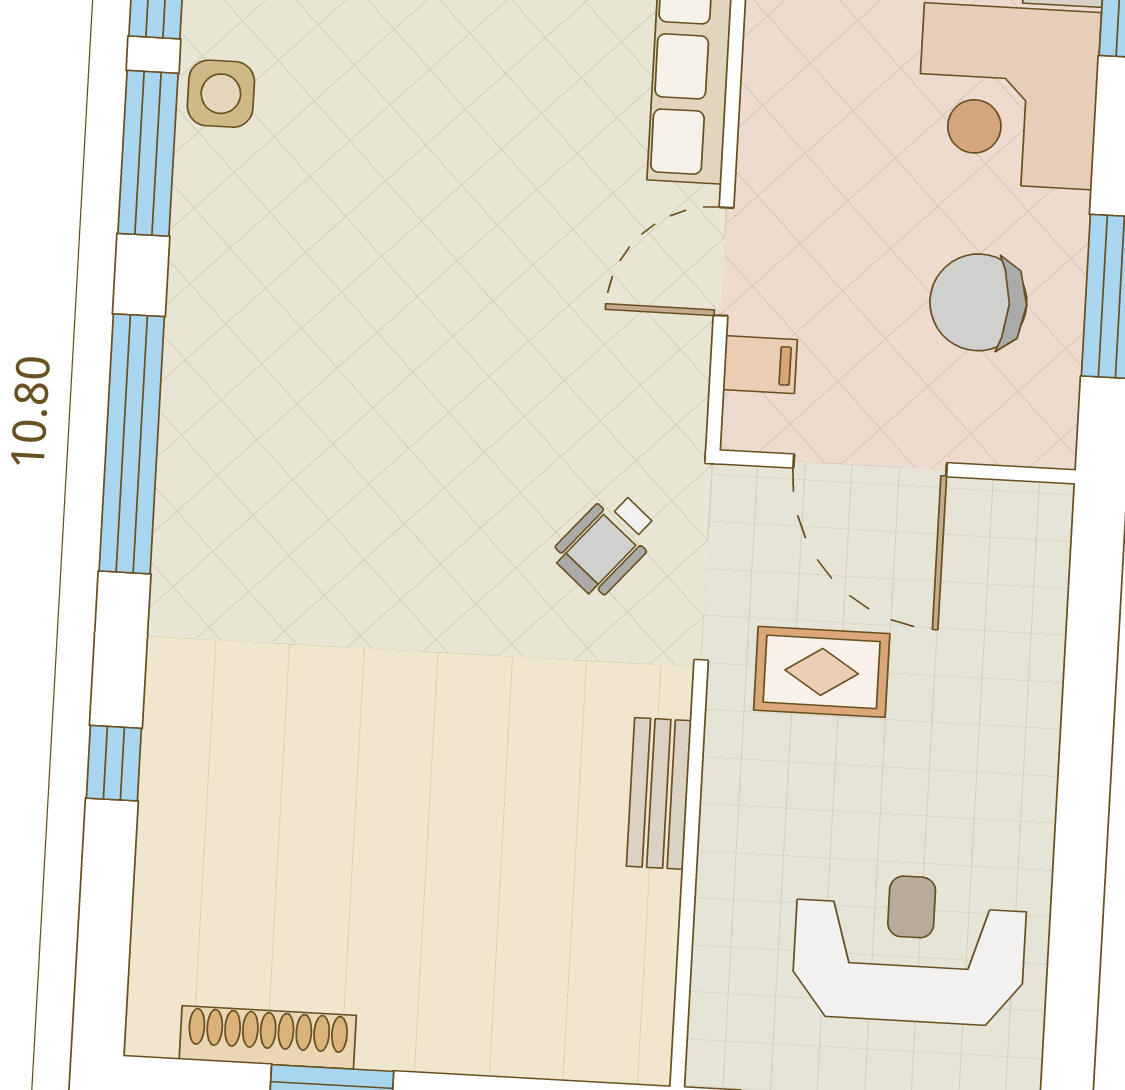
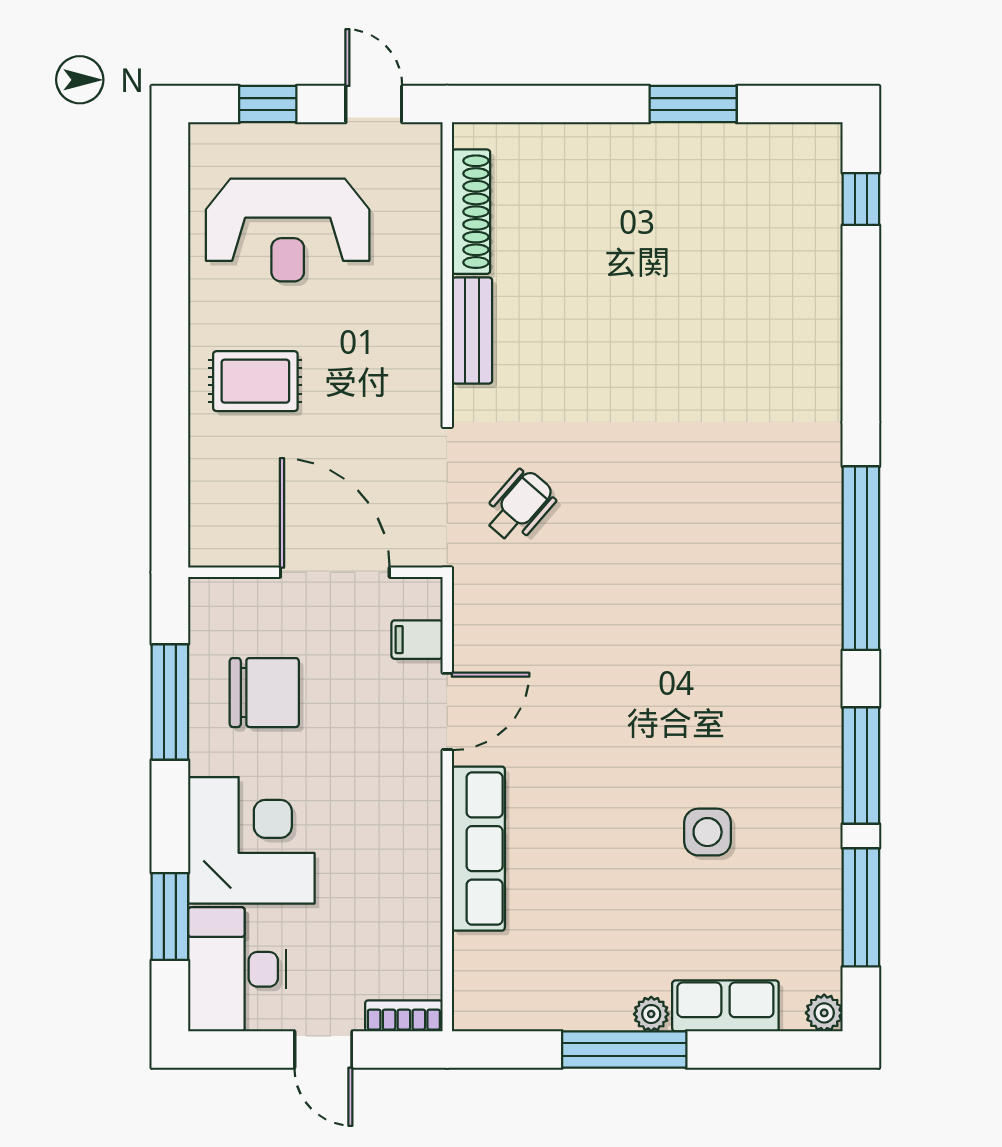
side table: (221, 94) -> (708, 832), moved
rug: (822, 672) -> (255, 381), moved
window: (114, 763) -> (861, 199), moved
shoe rack: (268, 1037) -> (471, 212), moved, turned -90

